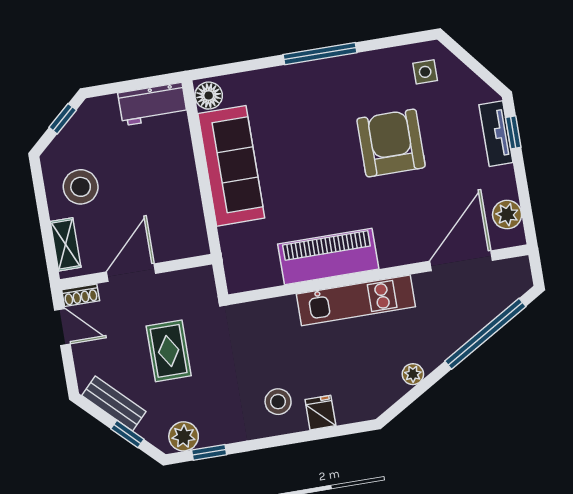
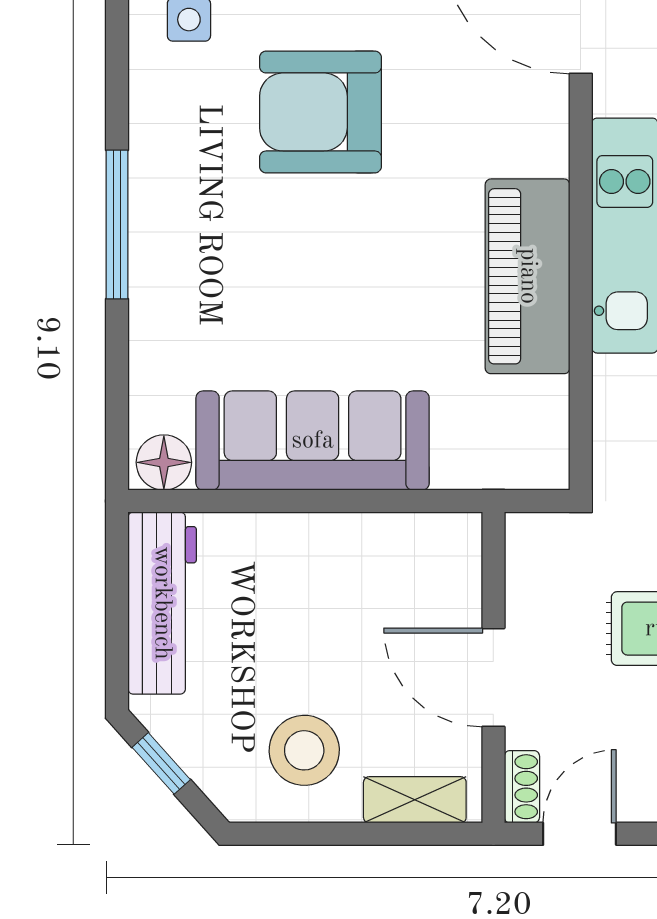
workbench: (152, 104) -> (162, 603), width x1.37

